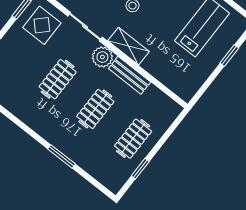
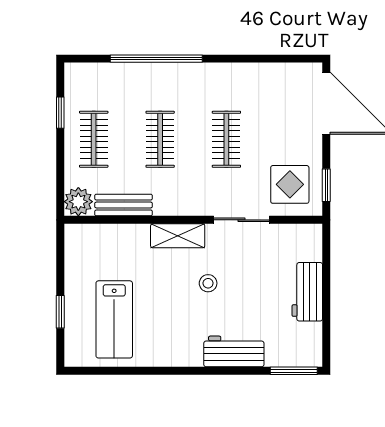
plant: (102, 57) -> (78, 202), moved
bench: (130, 75) -> (123, 205), moved
window: (62, 156) -> (156, 59), width x2.11

